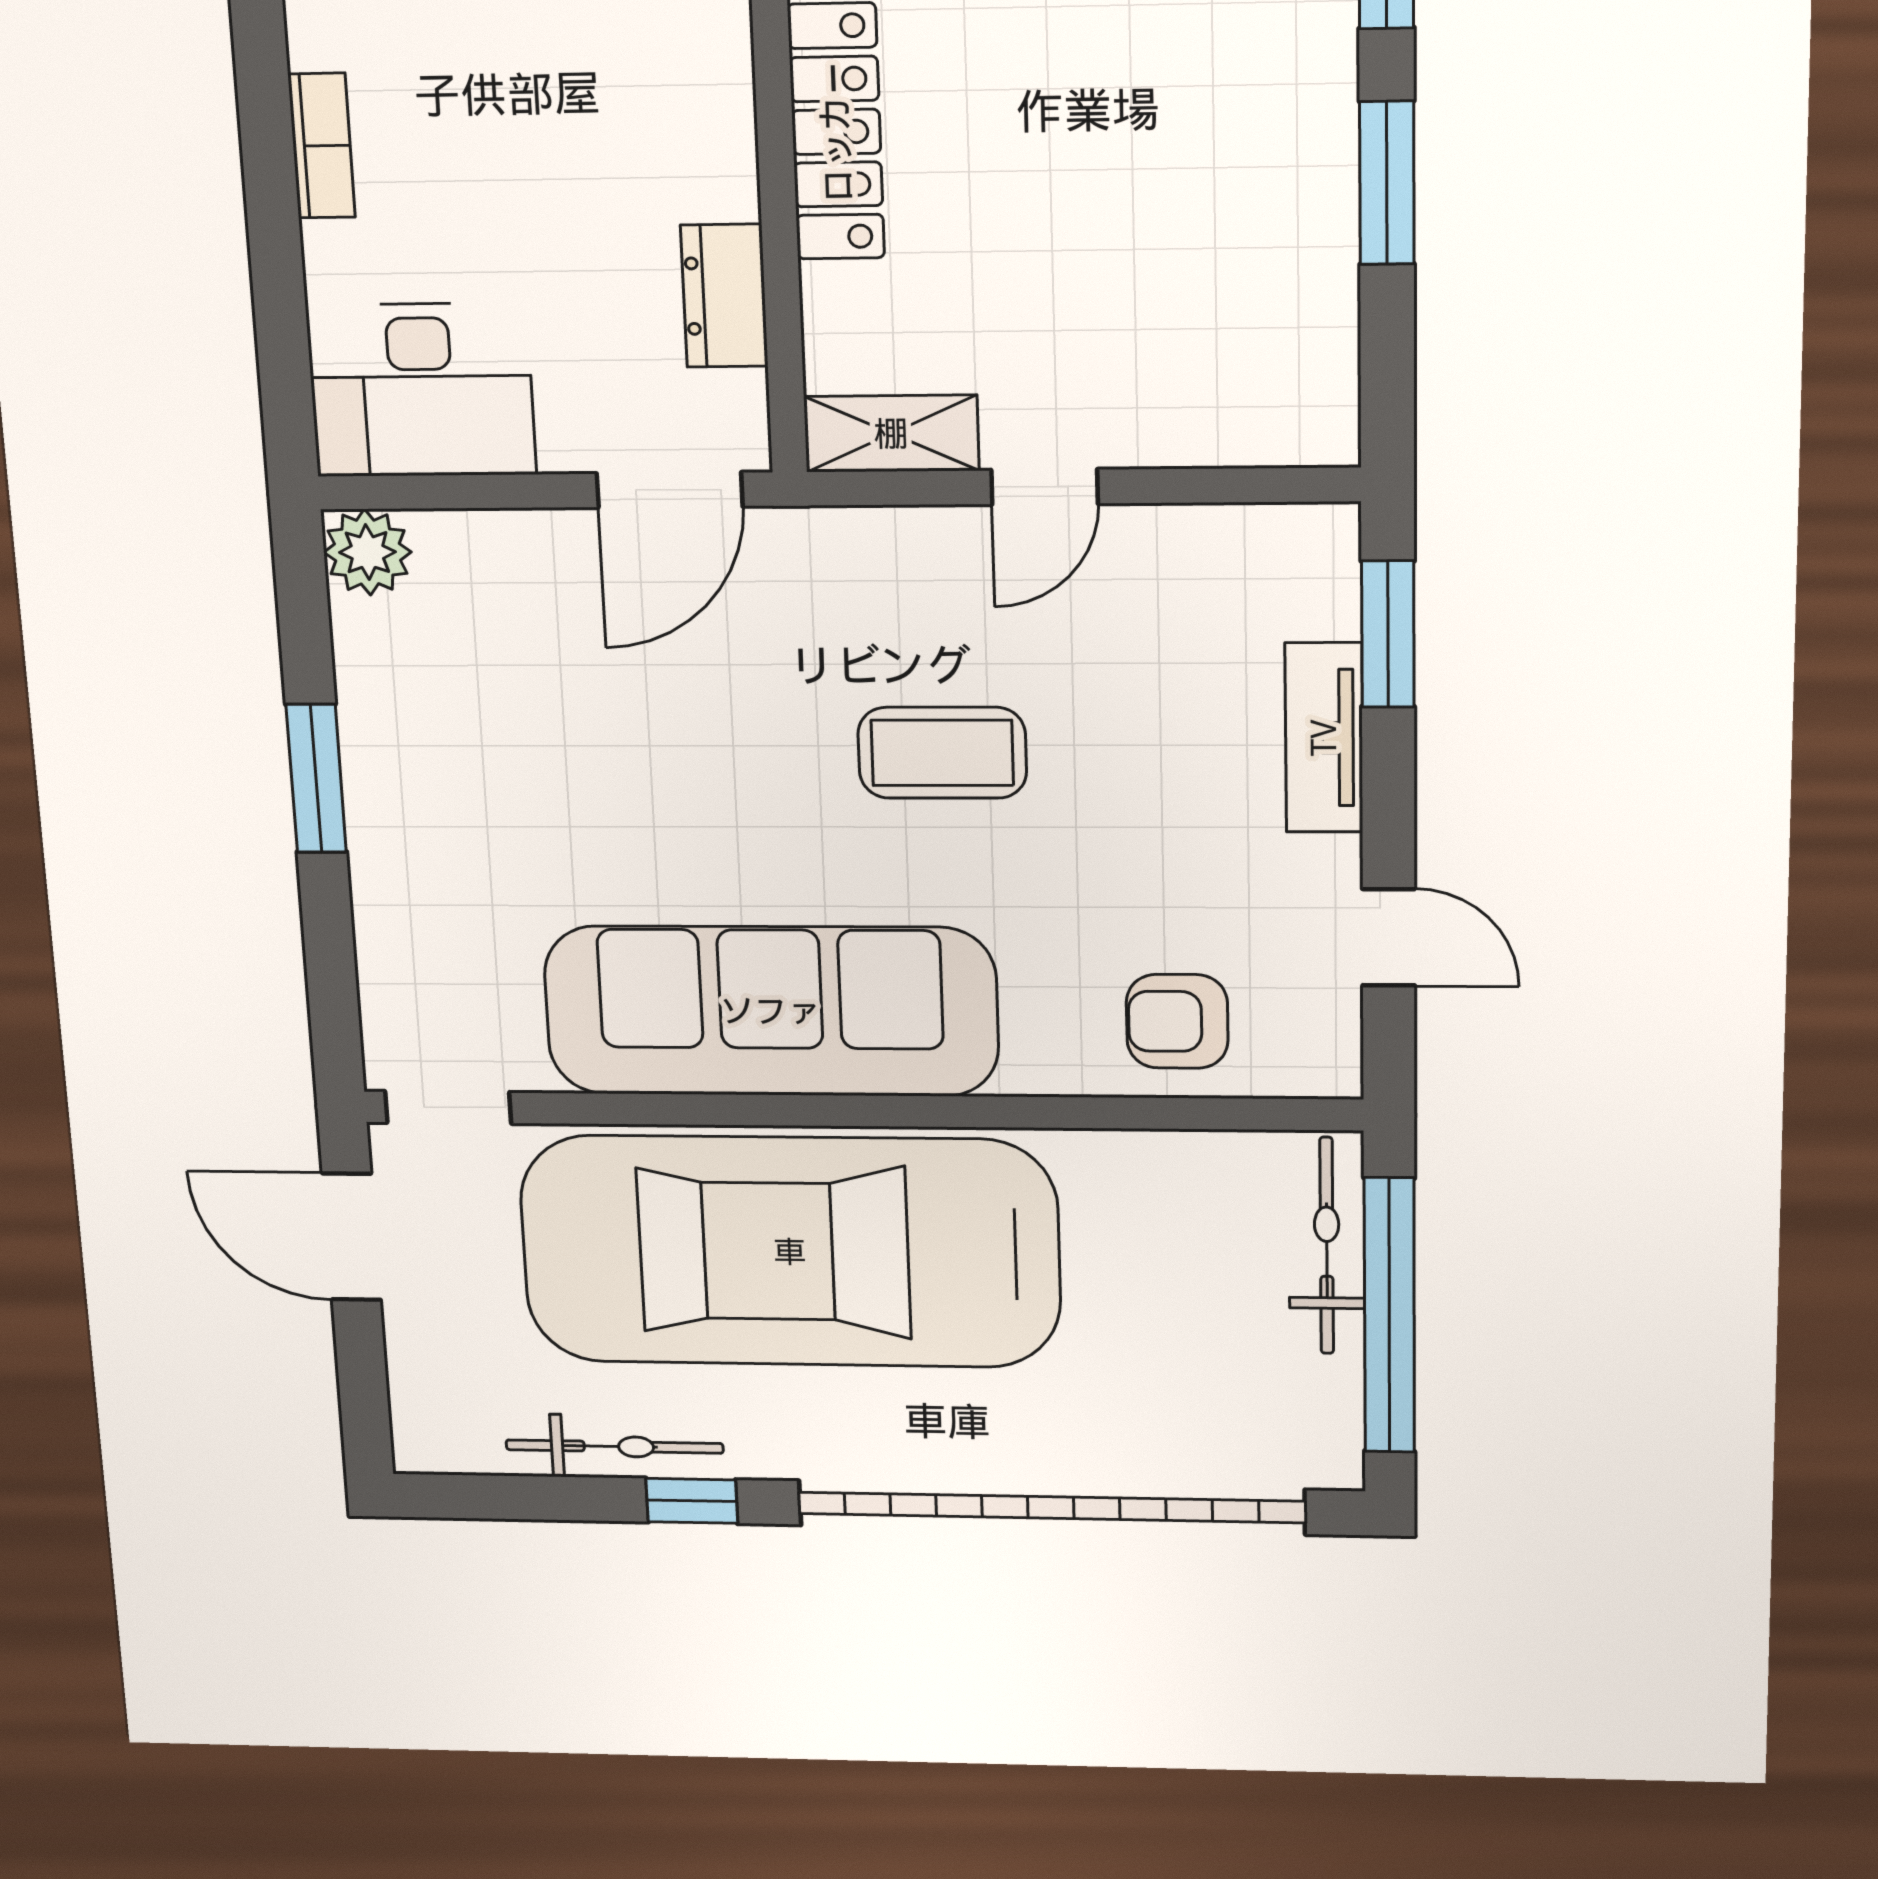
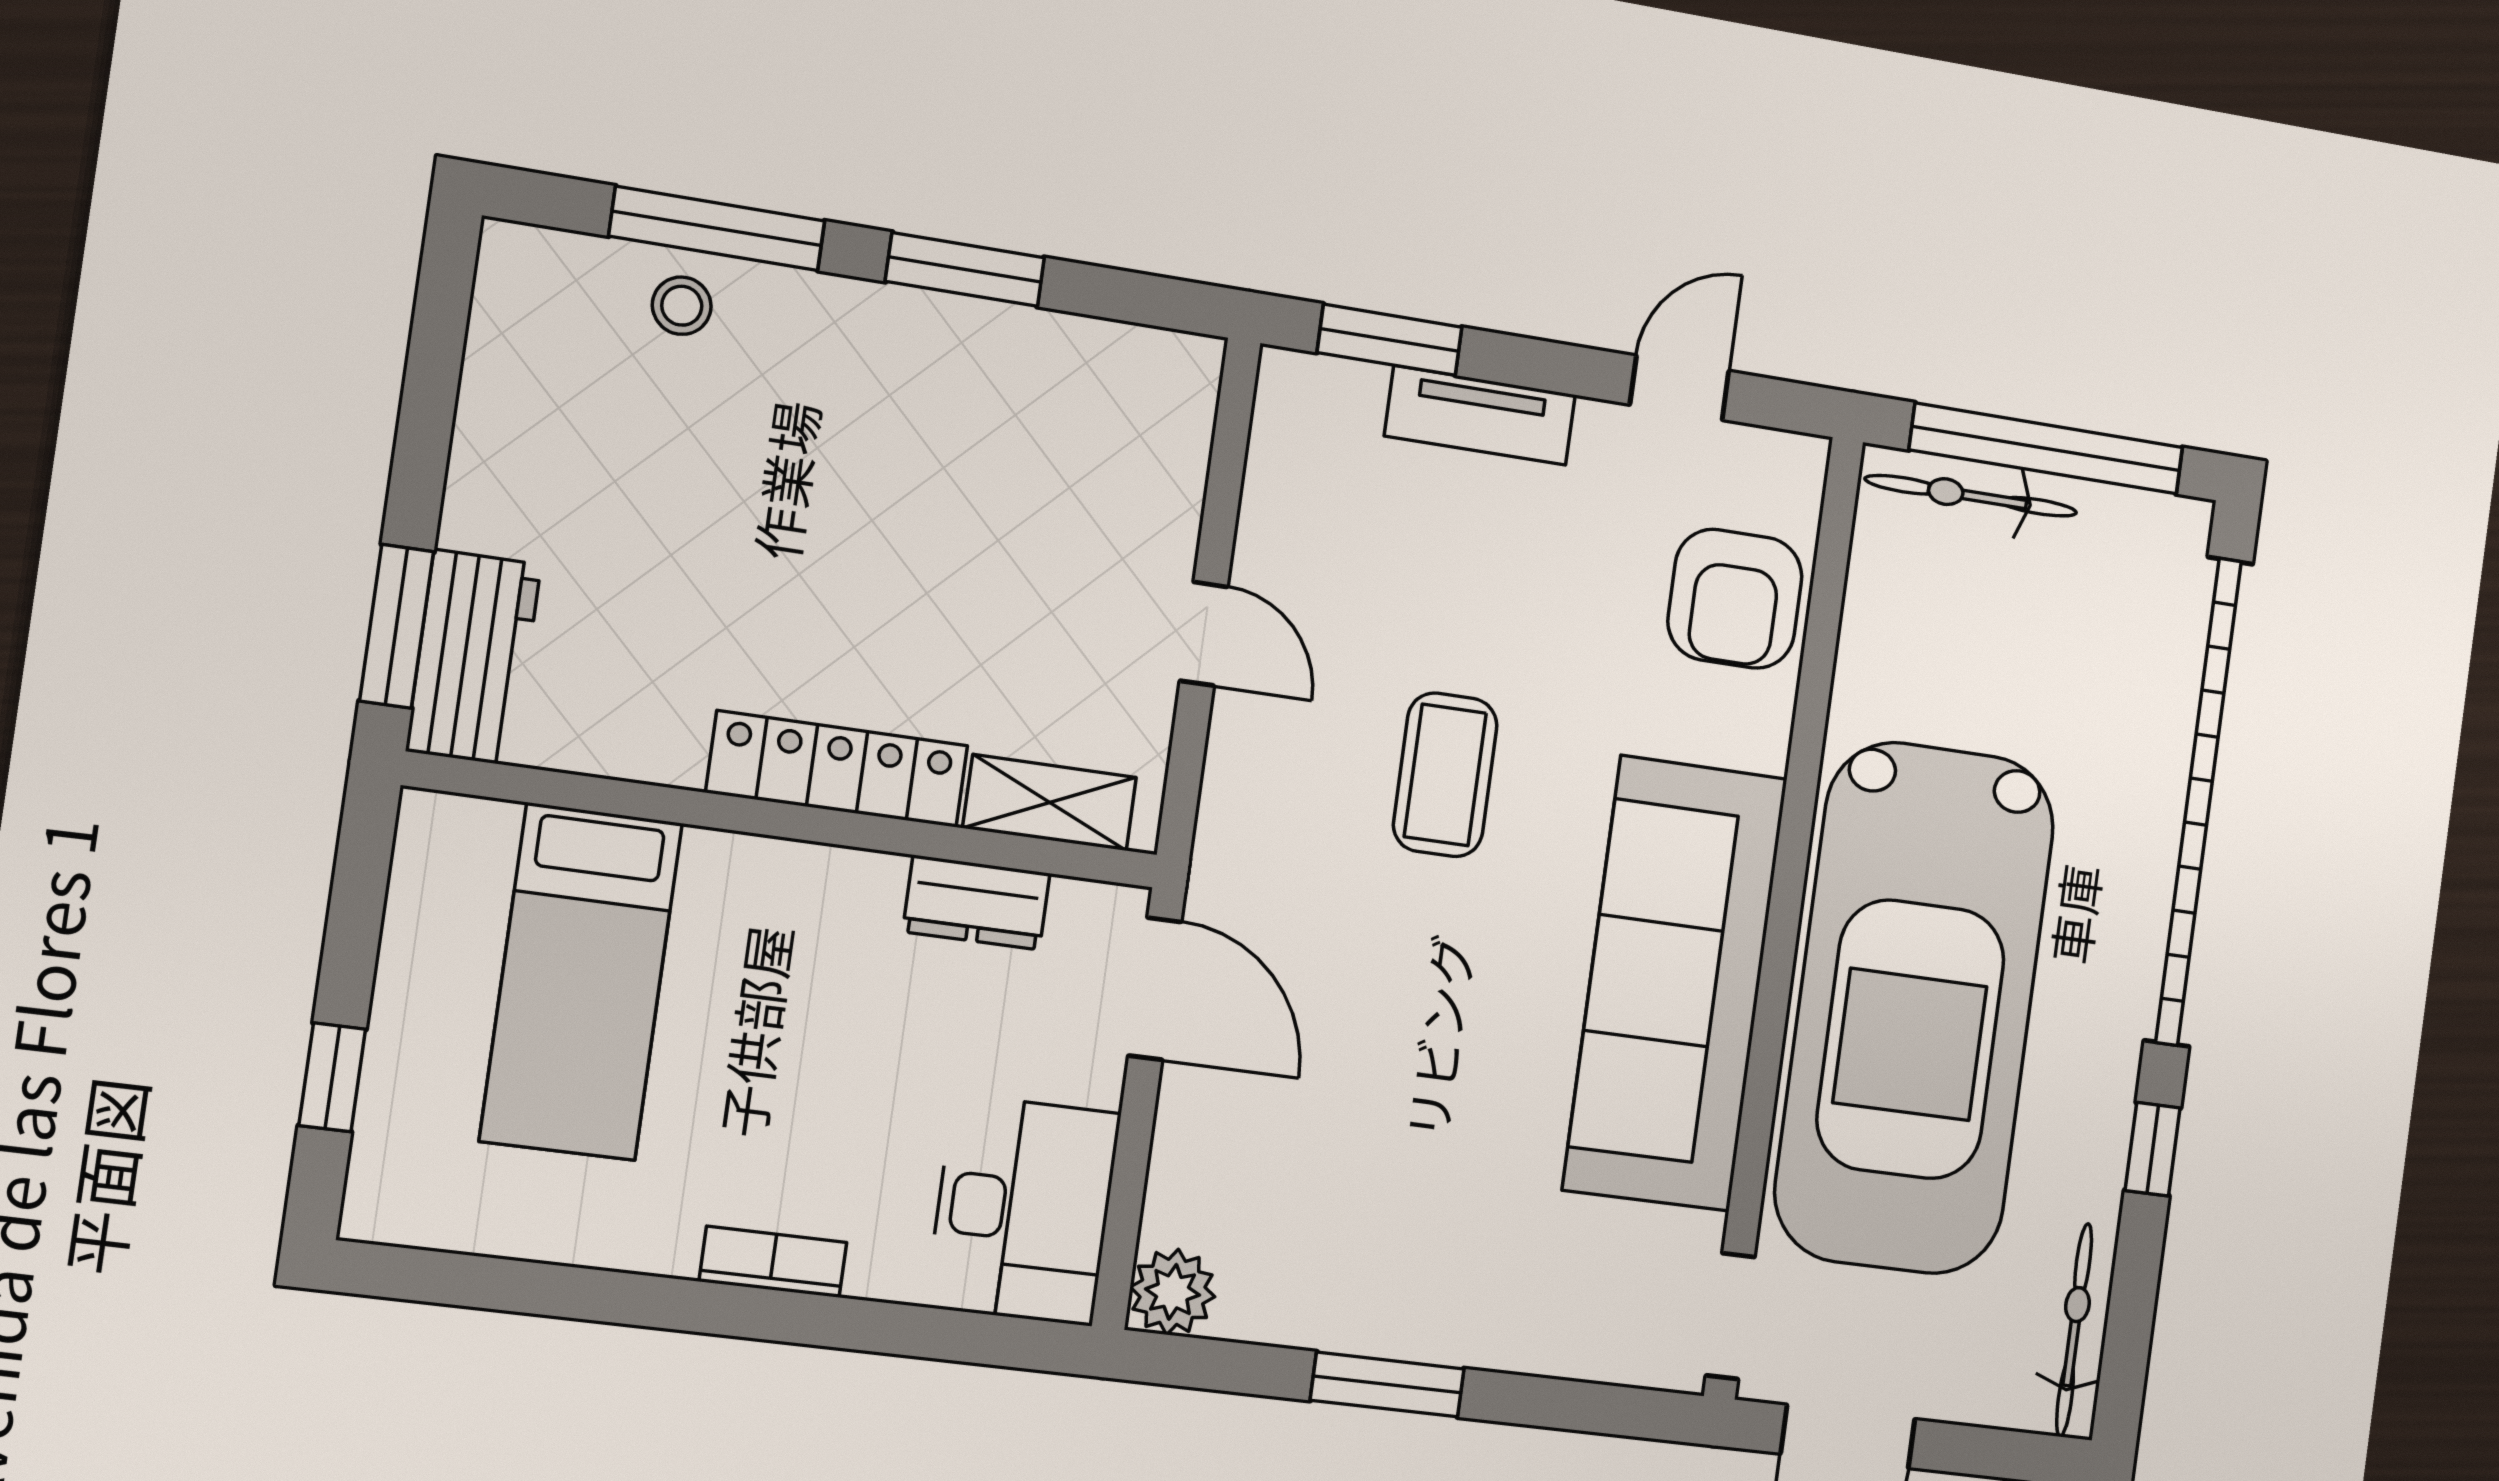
shelving: (891, 434) -> (1050, 803), moved, turned 90
armchair: (1177, 1021) -> (1735, 599), width x1.38, depth x1.38
bicycle: (614, 1447) -> (2074, 1330), moved

